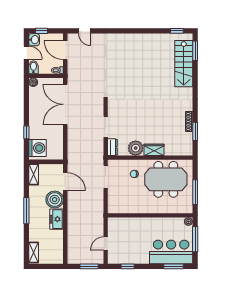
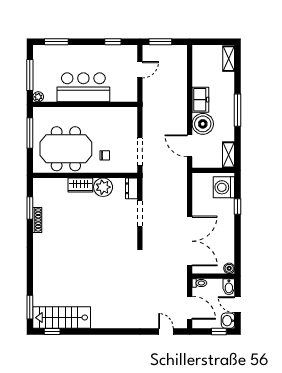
stairs: (184, 64) -> (62, 318), moved, turned -90
bar counter: (171, 252) -> (83, 87), moved, turned 180

